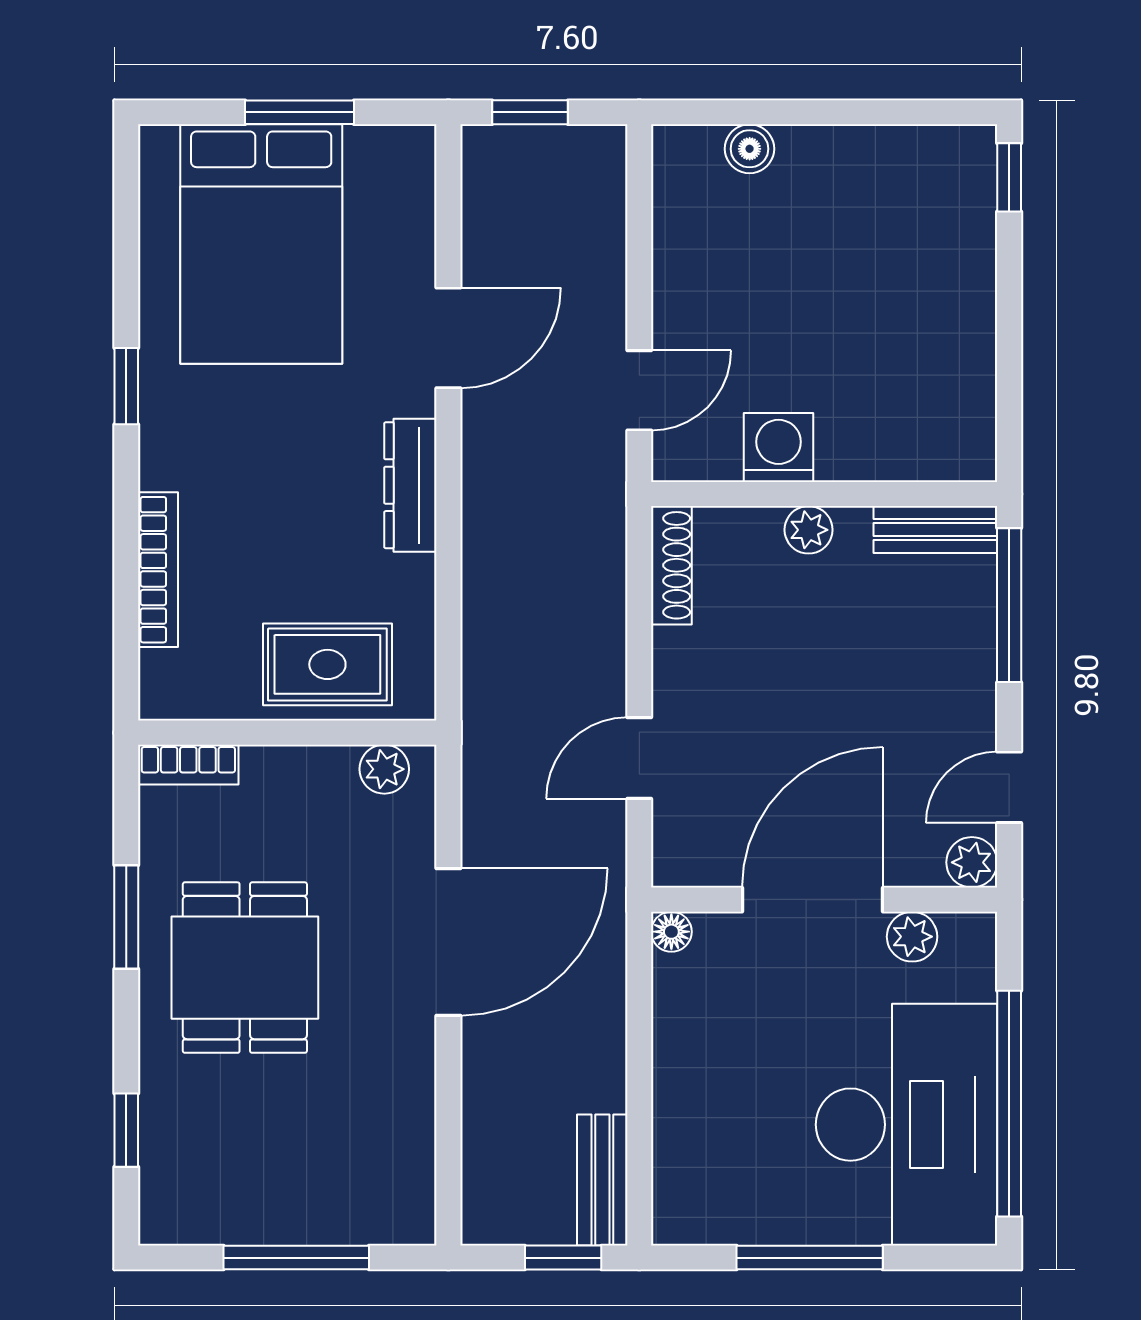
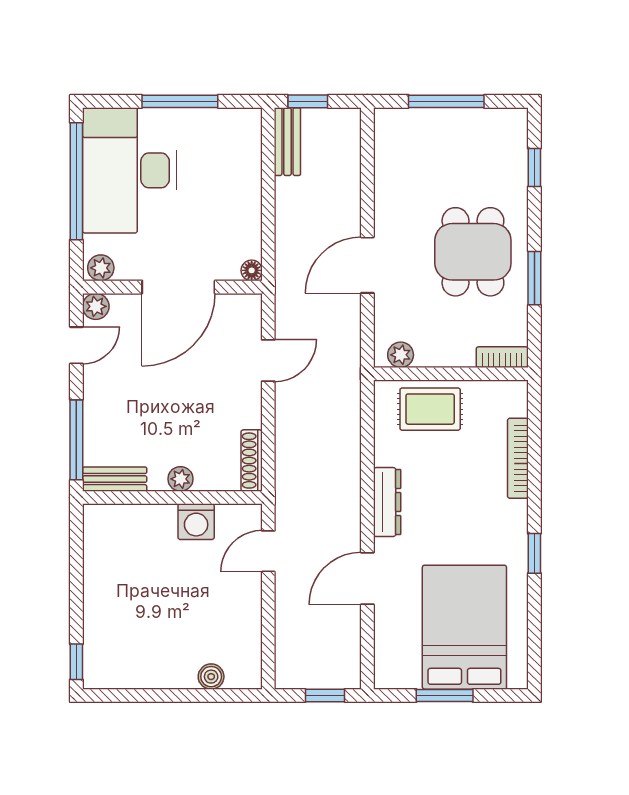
plant: (912, 937) -> (101, 268), moved
door: (448, 942) -> (367, 265), width x0.73

